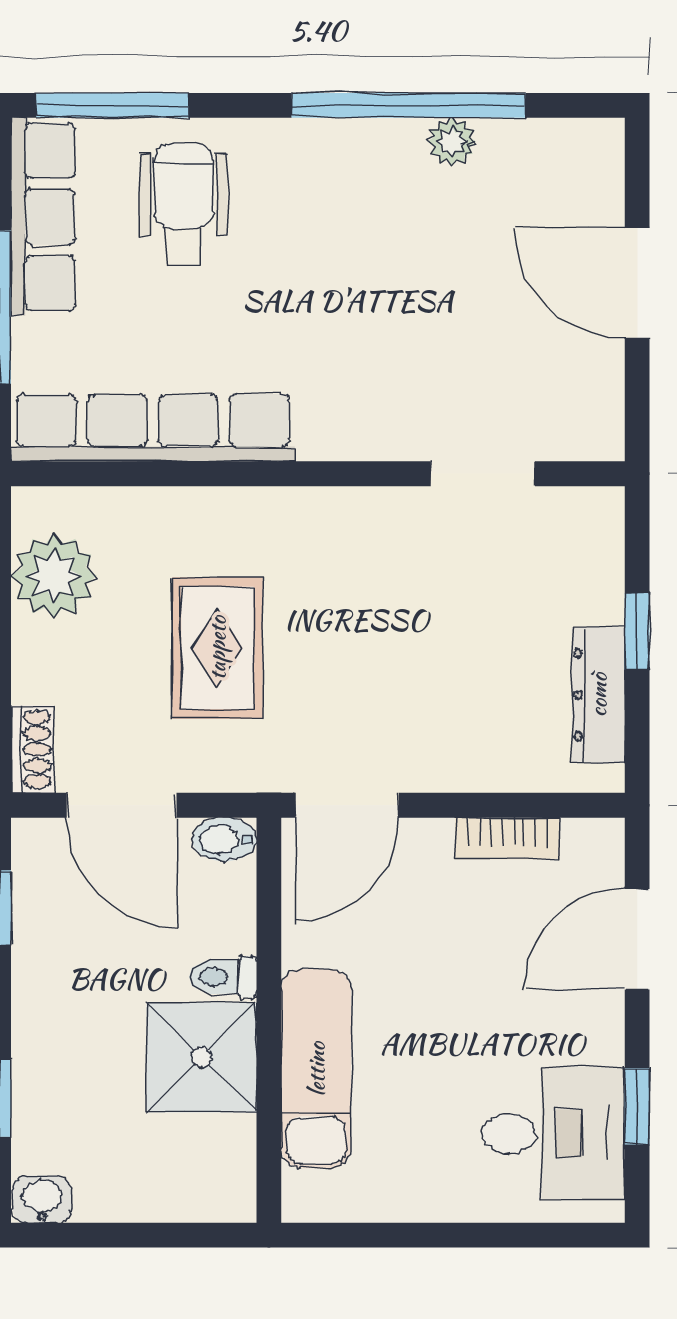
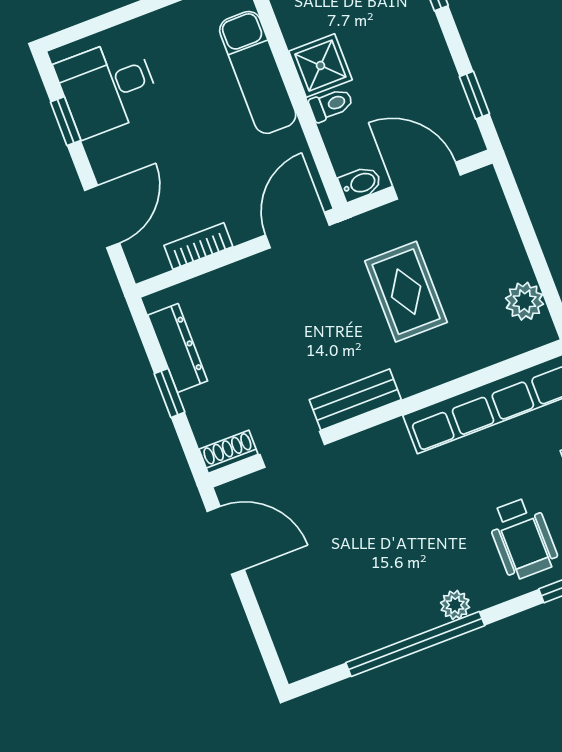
plant: (452, 142) -> (455, 605), moved
door: (637, 283) -> (226, 540), moved
bench: (358, 513) -> (355, 400), added
plant: (54, 576) -> (524, 301), width x0.73, depth x0.73
shoe rack: (32, 749) -> (229, 452), moved, turned 90
shower: (202, 1057) -> (320, 66), width x0.73, depth x0.73

